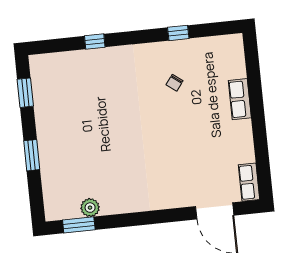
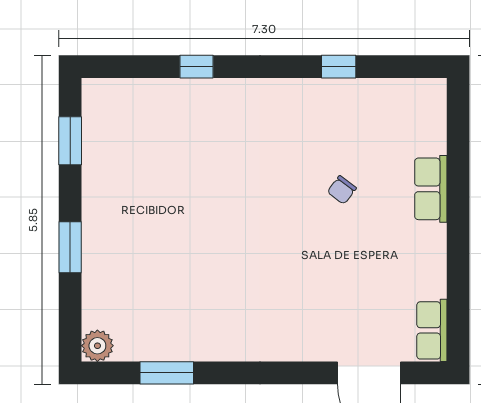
chair: (175, 83) -> (342, 190), moved
plant: (90, 208) -> (97, 346), moved
window: (79, 225) -> (167, 373), moved

